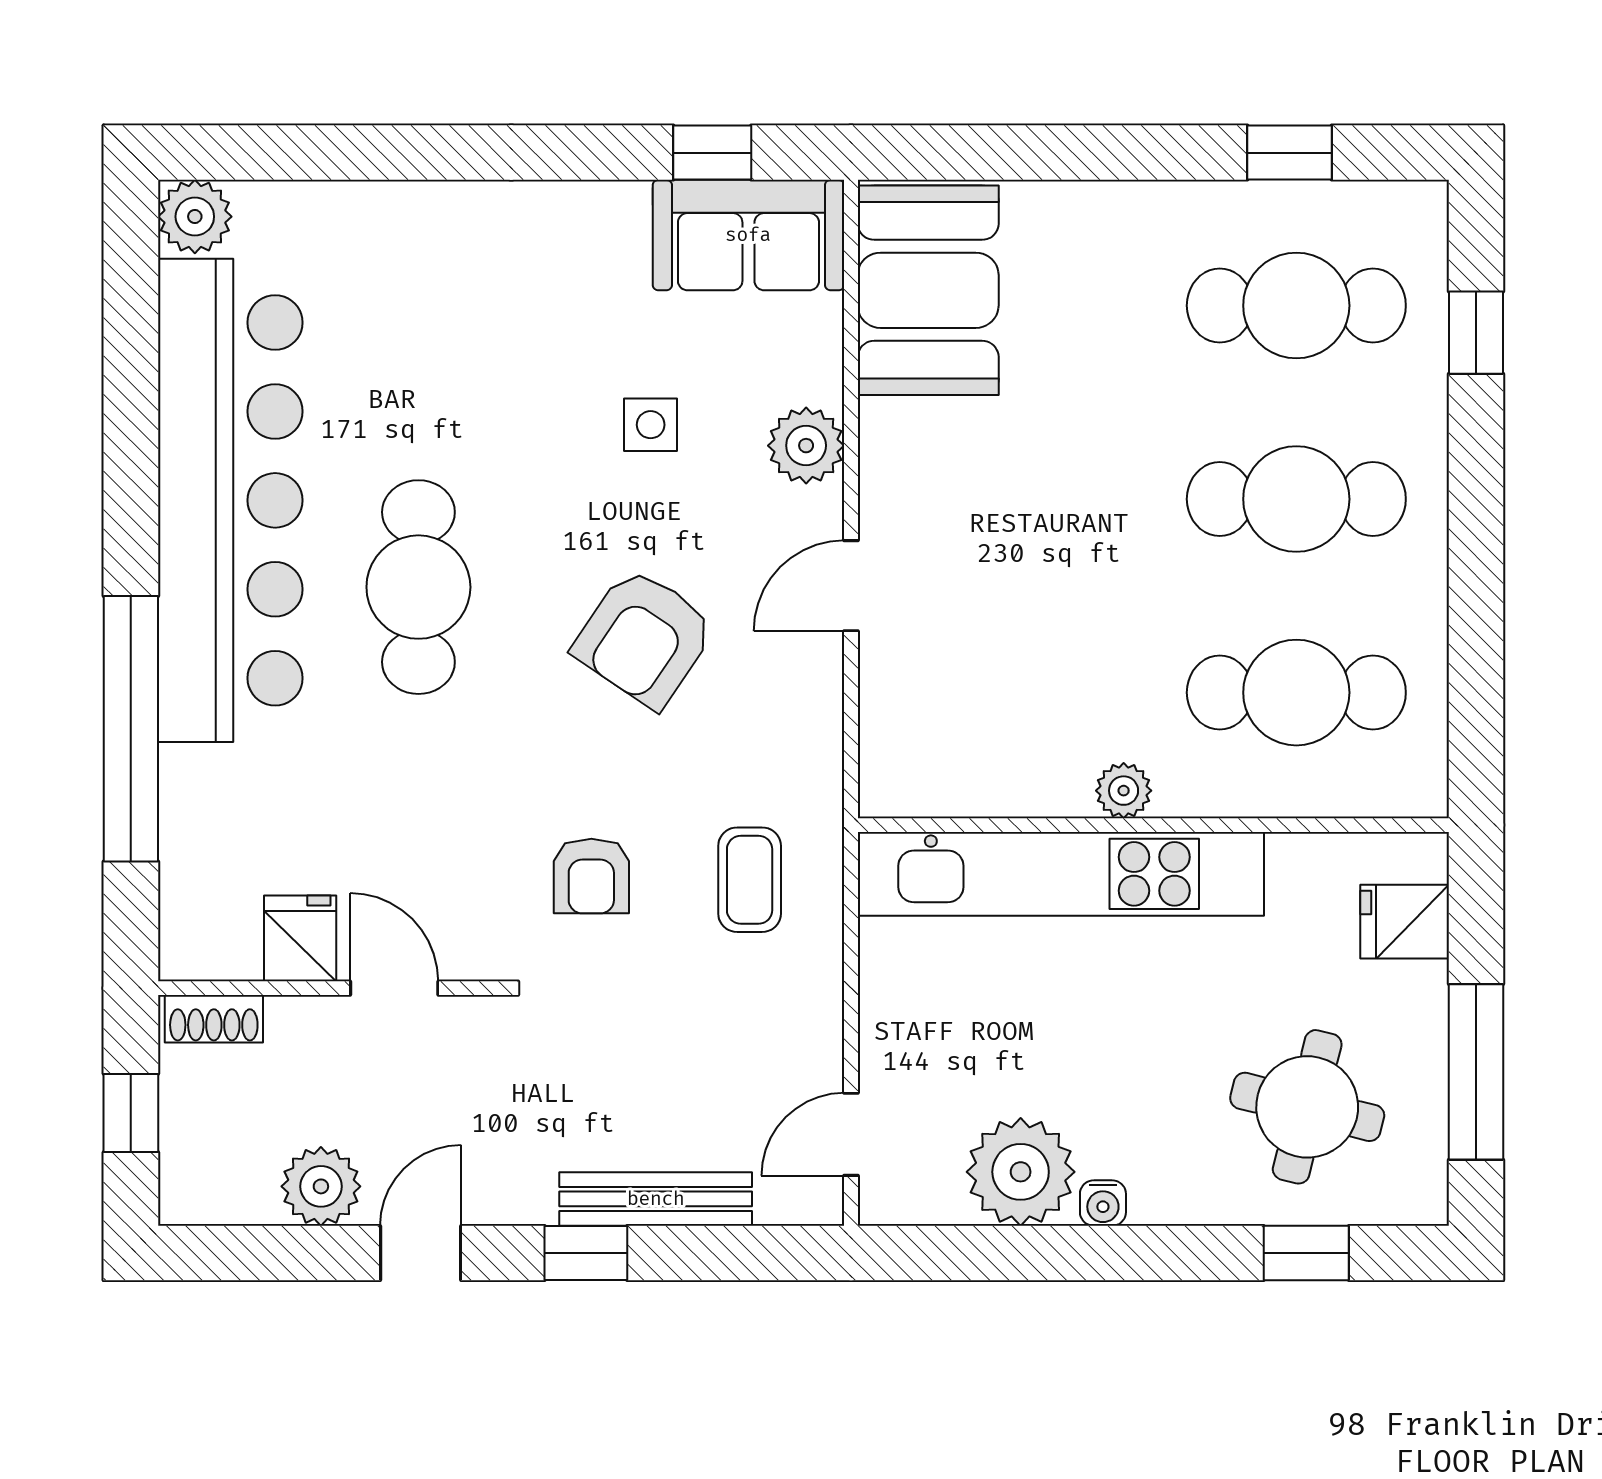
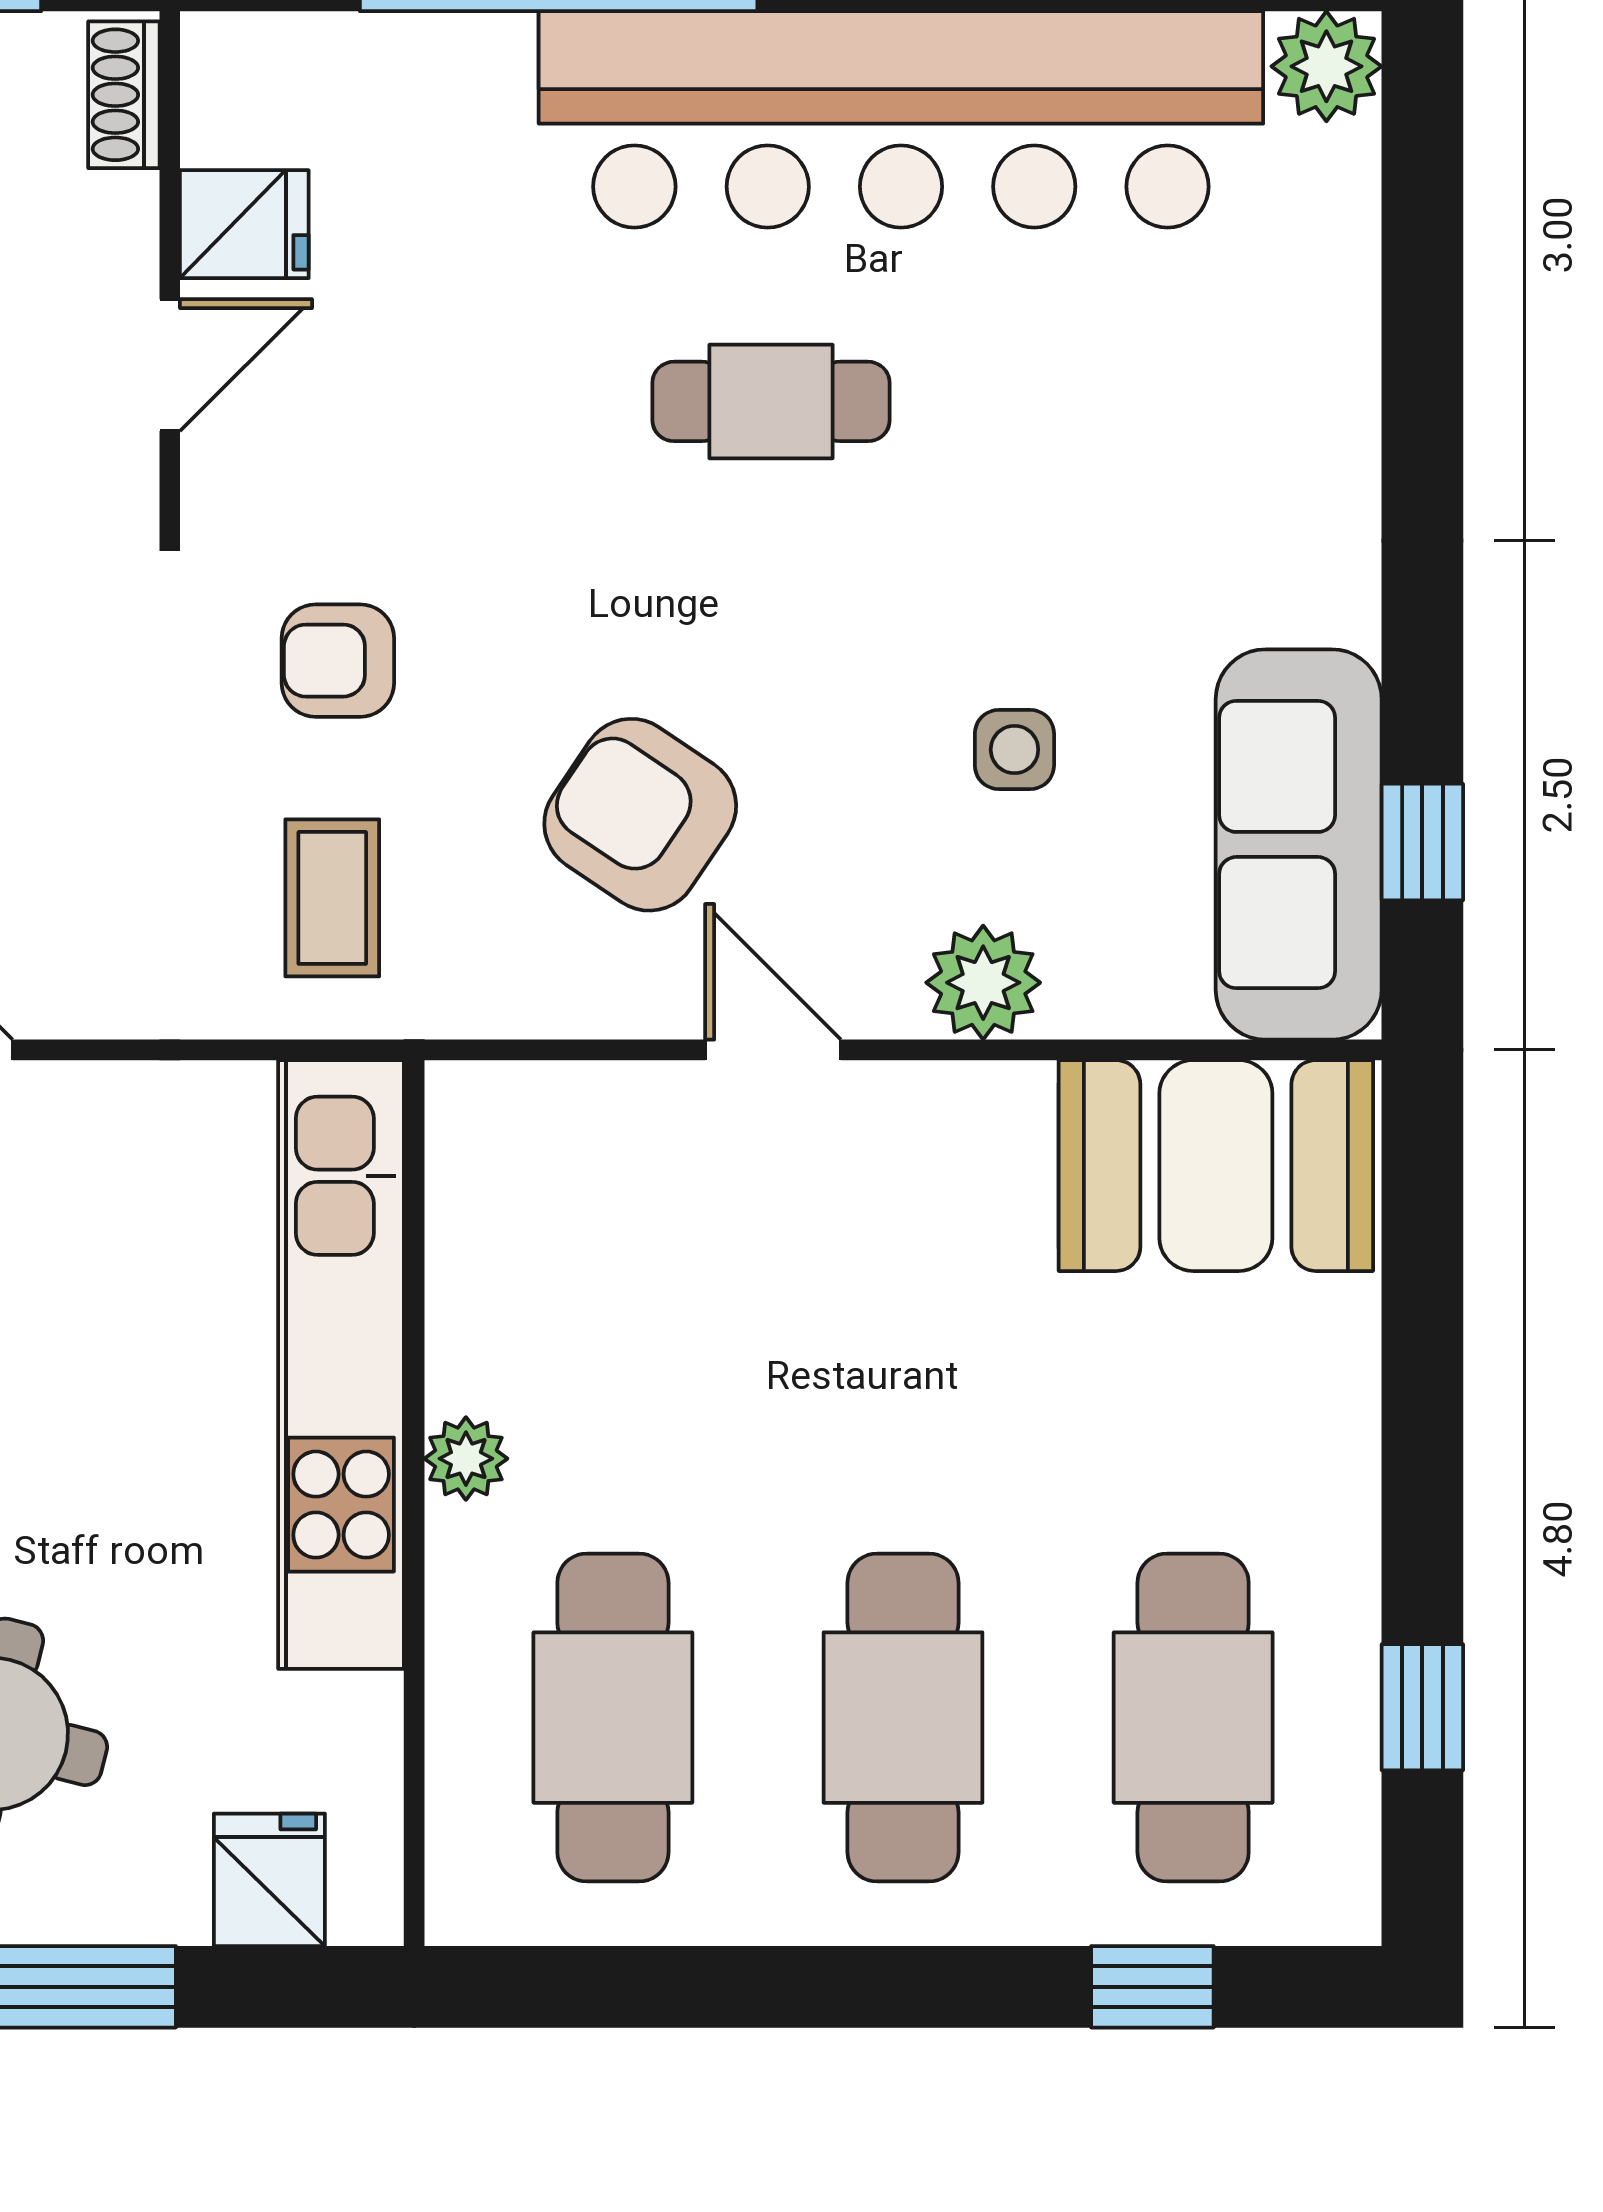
sofa: (748, 235) -> (1299, 844), width x1.36
cafe table: (418, 587) -> (771, 401), width x0.73, depth x0.74
armchair: (644, 638) -> (640, 815), moved
coffee table: (750, 880) -> (332, 898), turned 90

